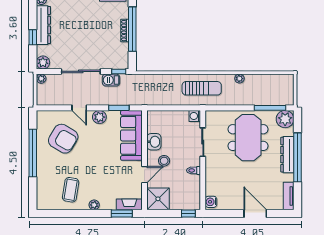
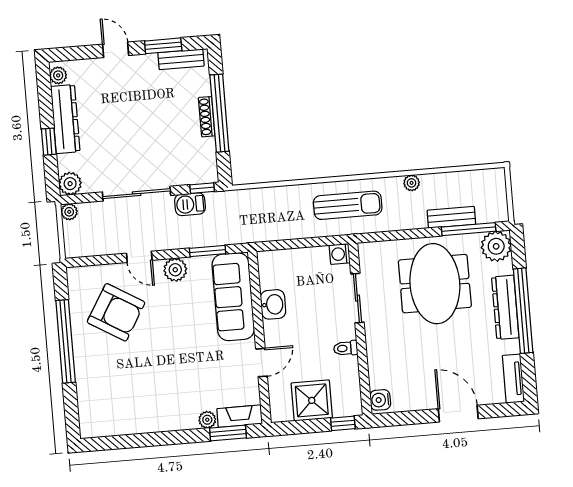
bench: (261, 100) -> (451, 217), added
stool: (164, 161) -> (293, 336), removed
coffee table: (71, 190) -> (136, 399), removed
shower: (158, 199) -> (312, 400), moved
plant: (94, 205) -> (207, 420), moved

